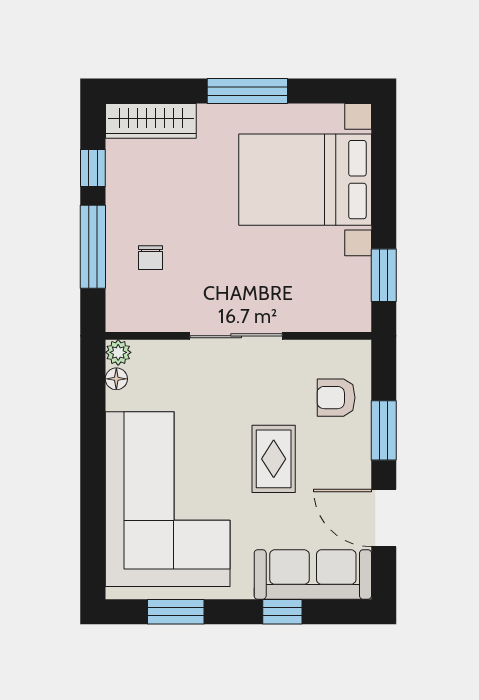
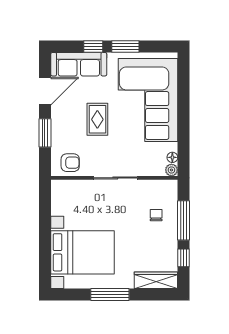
window: (384, 275) -> (45, 207), removed
armchair: (336, 398) -> (70, 163), moved
door: (384, 518) -> (45, 91), hinge flipped
window: (176, 612) -> (125, 46), moved

